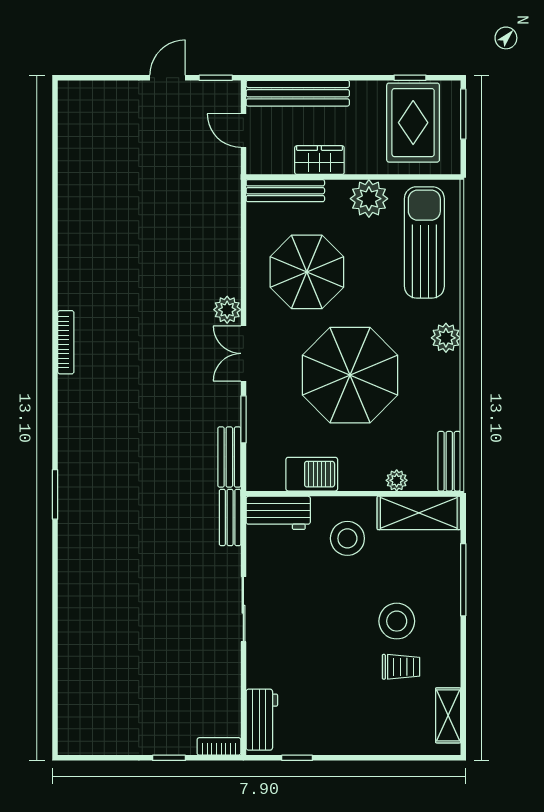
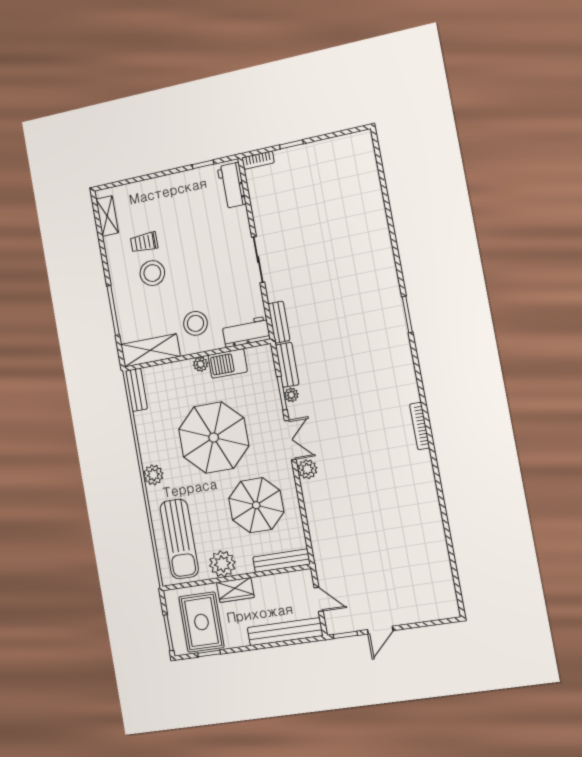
wardrobe: (319, 160) -> (235, 590), moved
plant: (231, 415) -> (291, 395), added
plant: (397, 480) -> (201, 364), moved

